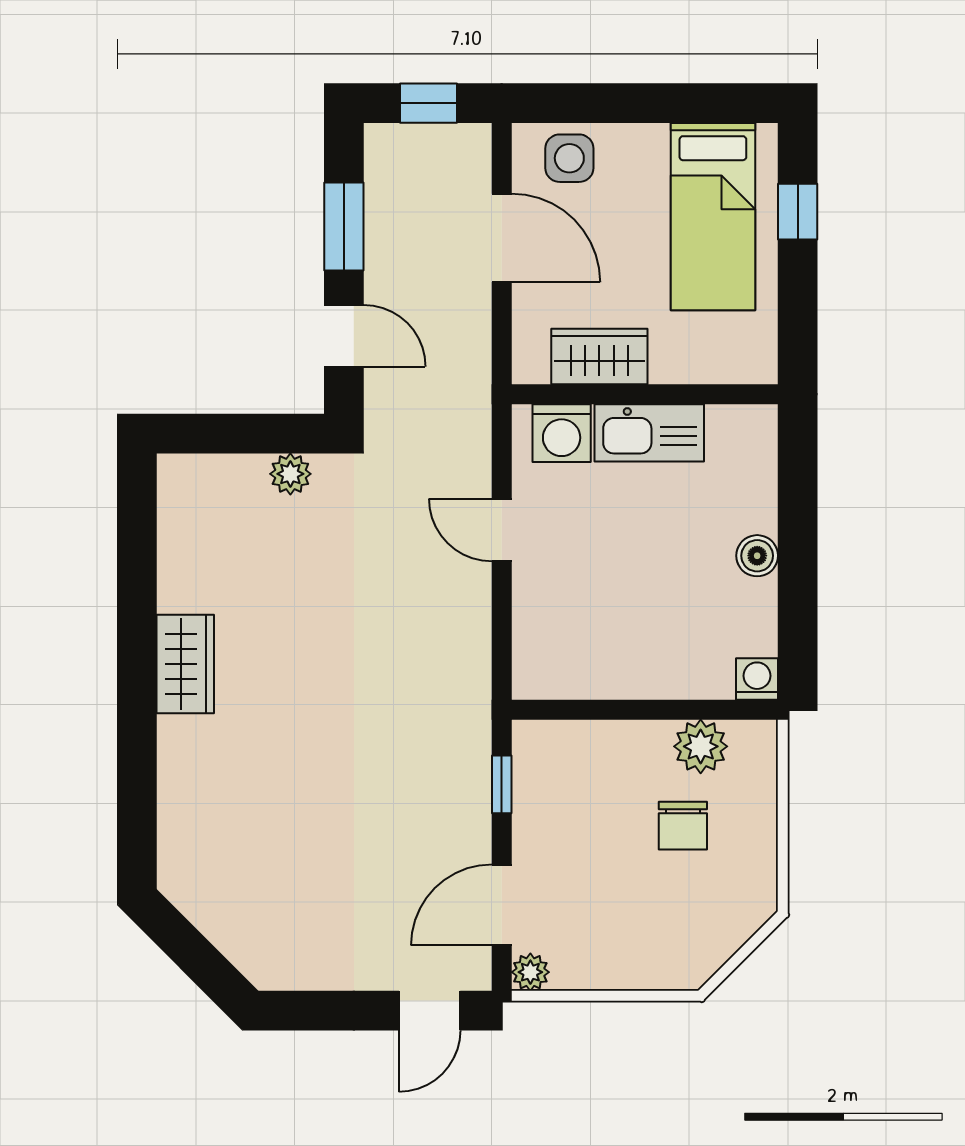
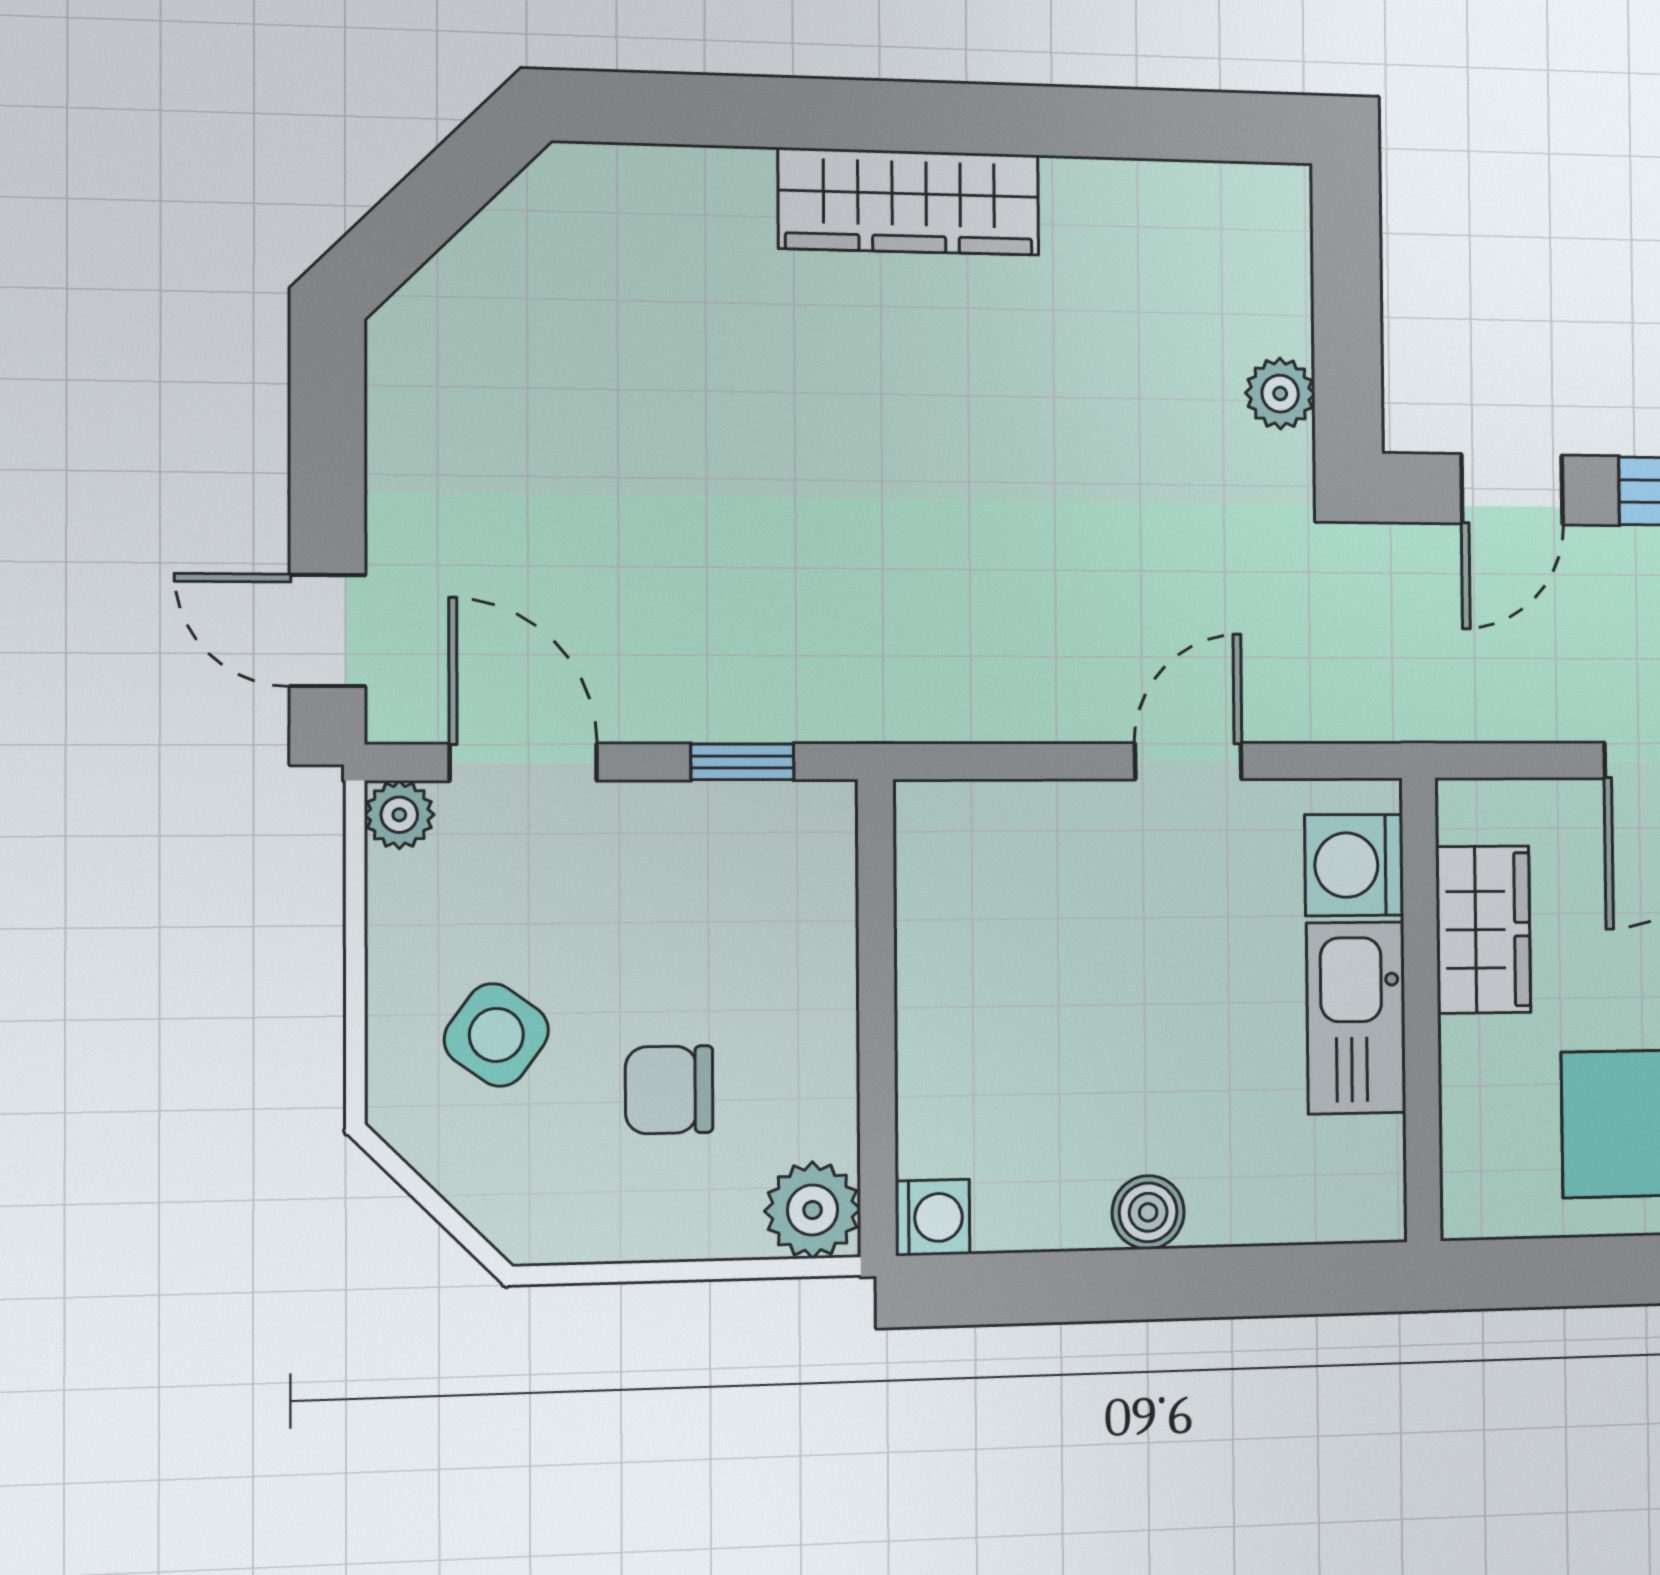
wardrobe: (185, 664) -> (909, 202), width x1.50
plant: (701, 746) -> (813, 1210), moved
side table: (651, 920) -> (496, 1035), added

